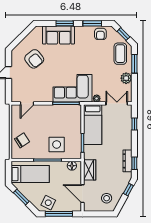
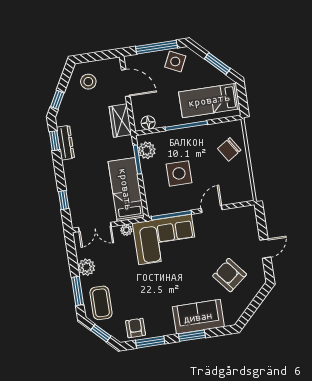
door: (27, 103) -> (212, 209), moved
side table: (57, 144) -> (179, 173), moved
plant: (76, 148) -> (147, 150), added

